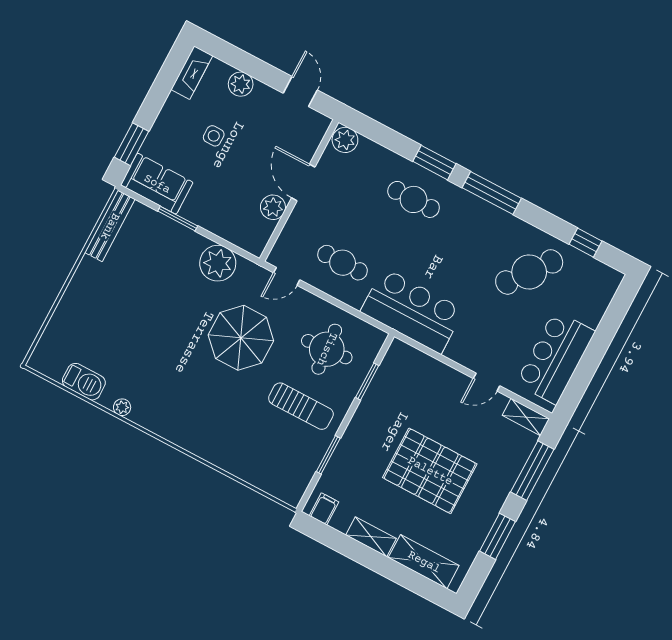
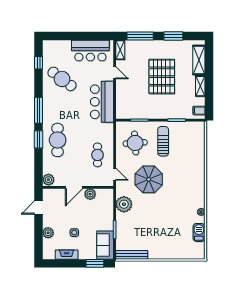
fireplace: (192, 73) -> (67, 255), moved
cafe table: (414, 199) -> (58, 140), width x1.37, depth x1.35
bar counter: (412, 311) -> (102, 102), moved

